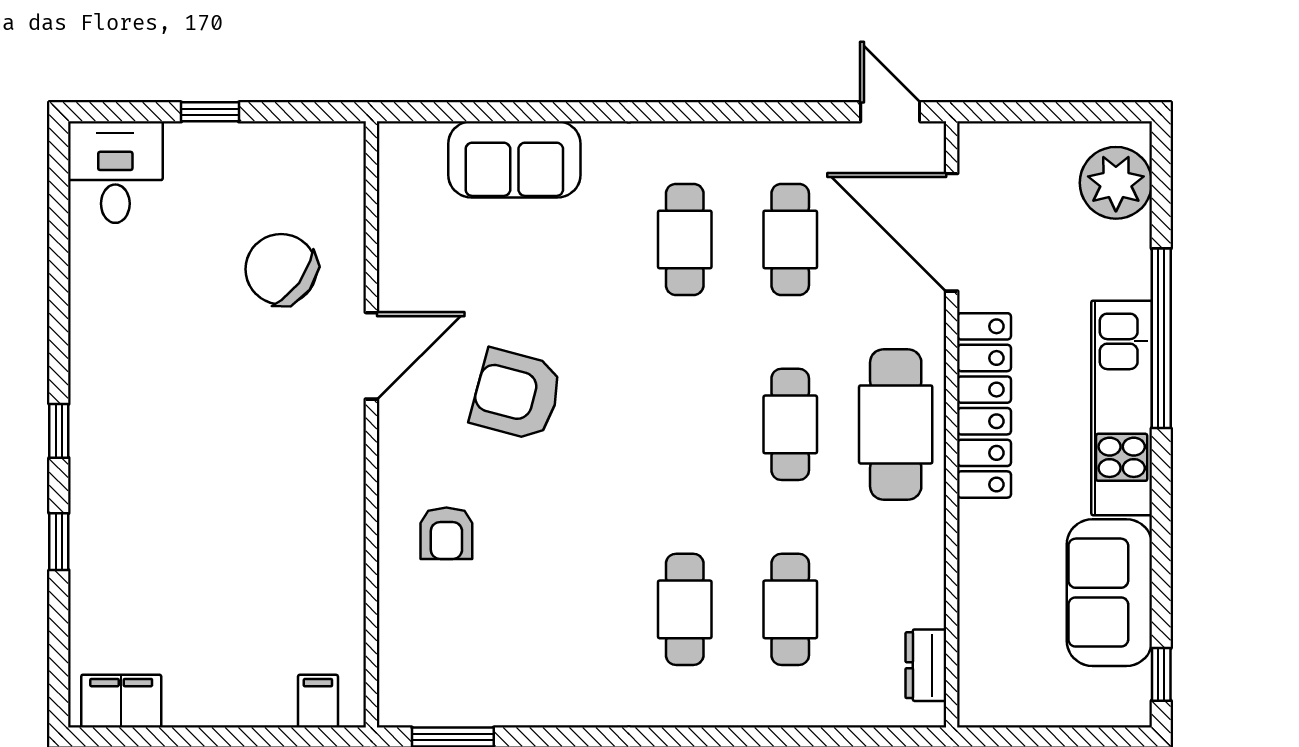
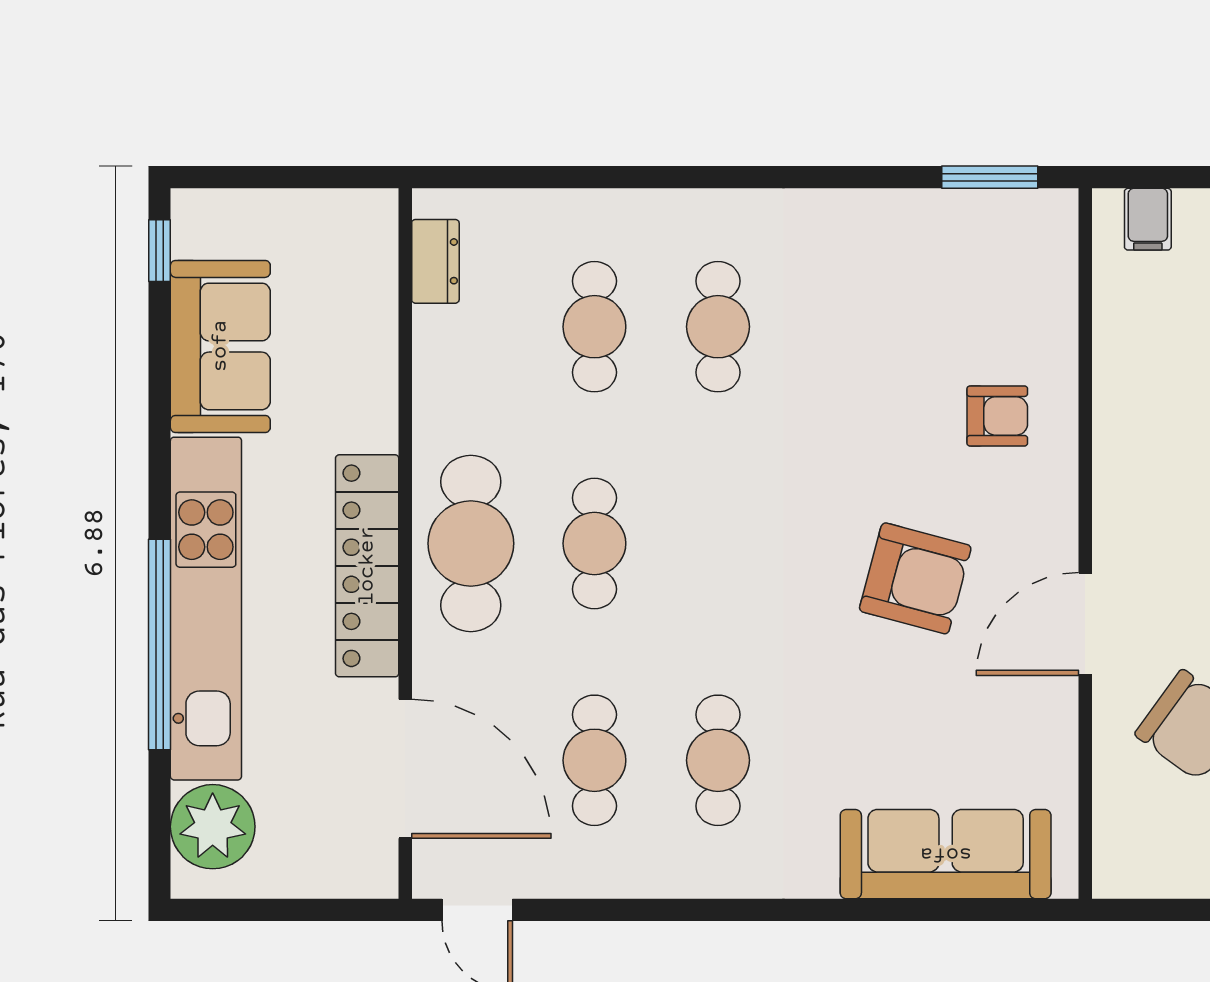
sofa: (514, 159) -> (946, 854), width x1.36
kitchen unit: (1122, 408) -> (206, 609), width x1.36
armchair: (446, 533) -> (997, 416), turned 90

